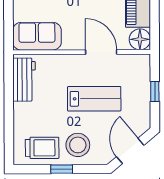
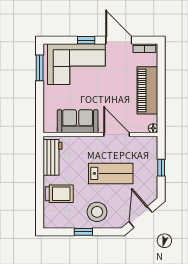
sofa: (37, 36) -> (78, 121), moved
floor lamp: (140, 39) -> (153, 128), width x0.53, depth x0.53
trolley: (42, 148) -> (59, 194), moved

